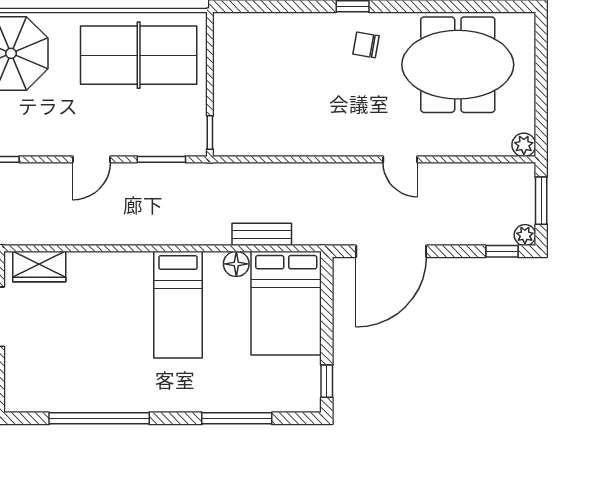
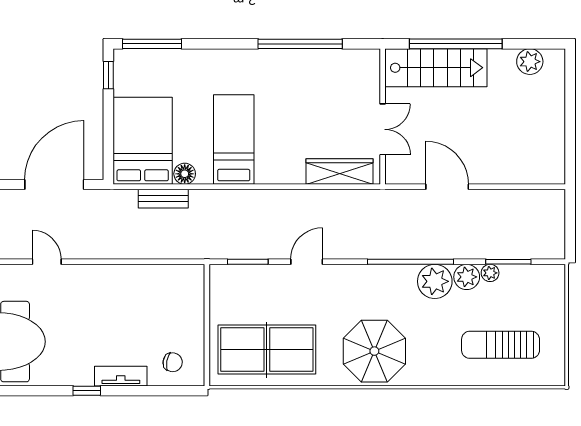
tv unit: (312, 24) -> (121, 376), added
chair: (366, 45) -> (173, 362), moved
window: (210, 132) -> (207, 284), removed
wardrobe: (39, 267) -> (339, 172), width x1.50
window: (237, 418) -> (152, 44), moved

